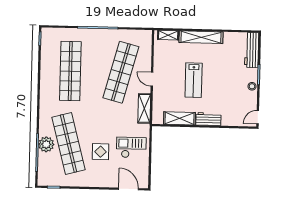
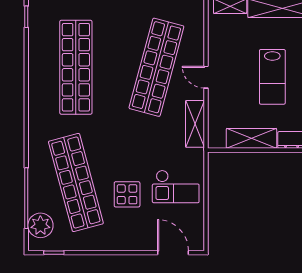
plant: (46, 144) -> (40, 225), moved
checkout: (131, 147) -> (176, 186), turned 180

